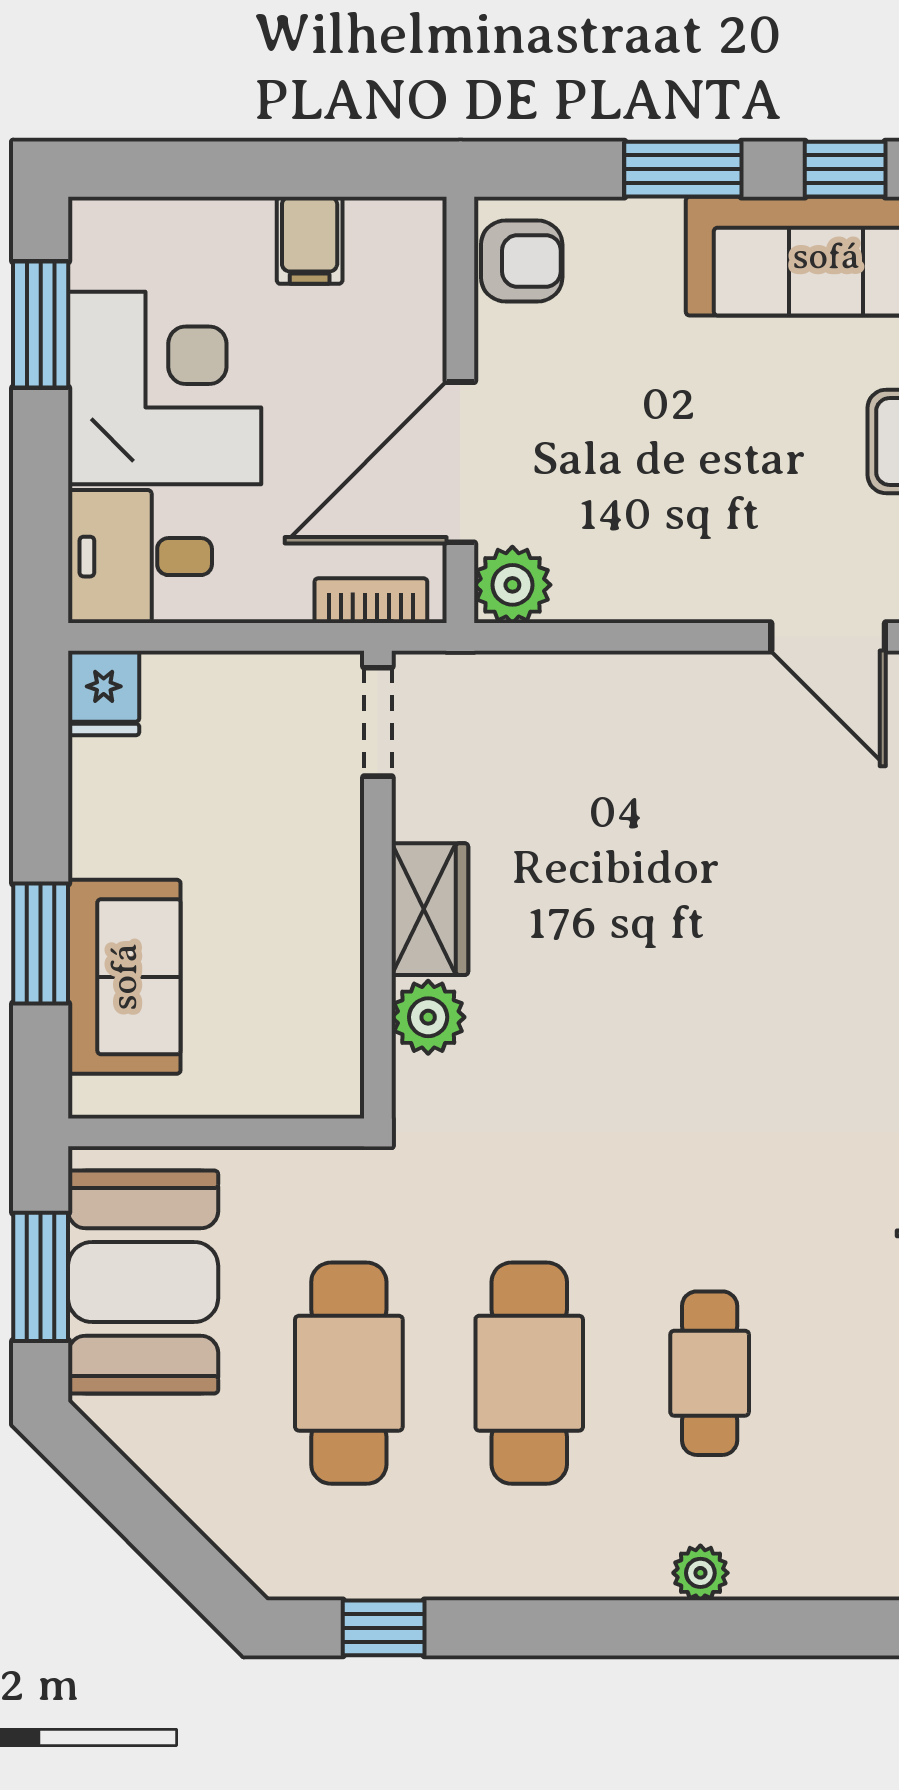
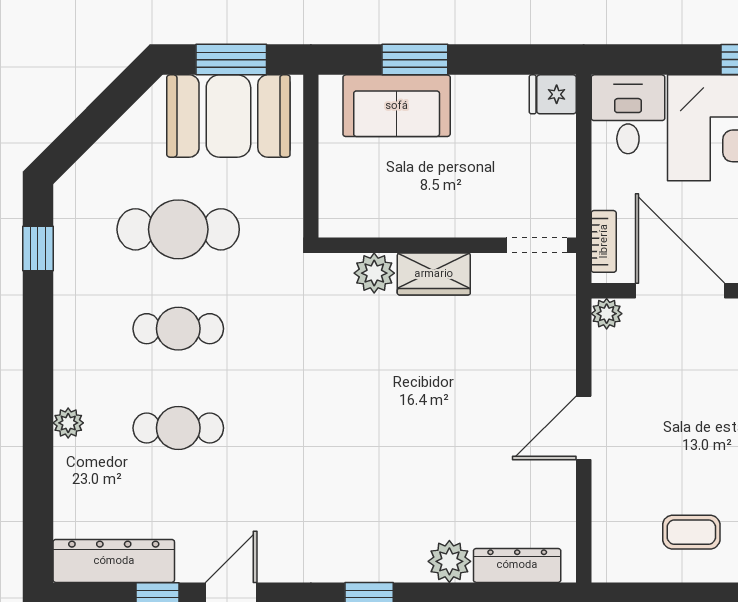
plant: (512, 585) -> (607, 314), width x0.73, depth x0.73
door: (828, 637) -> (584, 428), moved
cafe table: (529, 1373) -> (178, 329), width x0.73, depth x0.74

